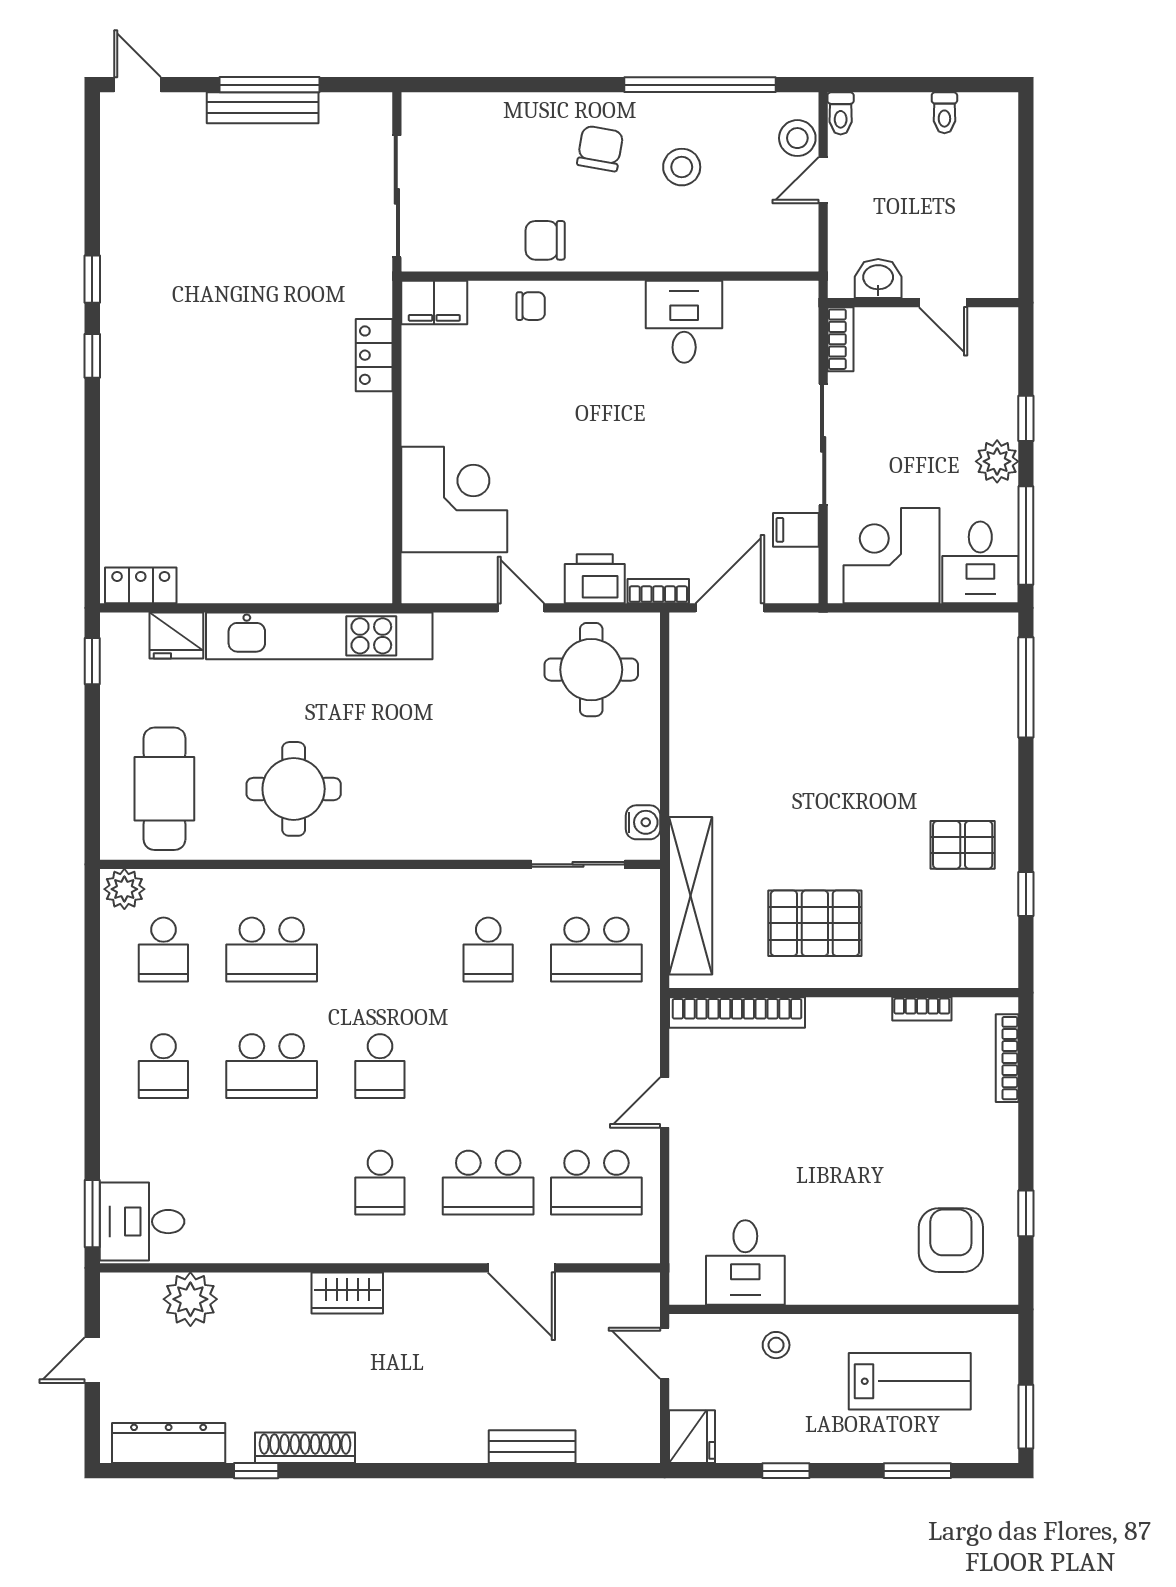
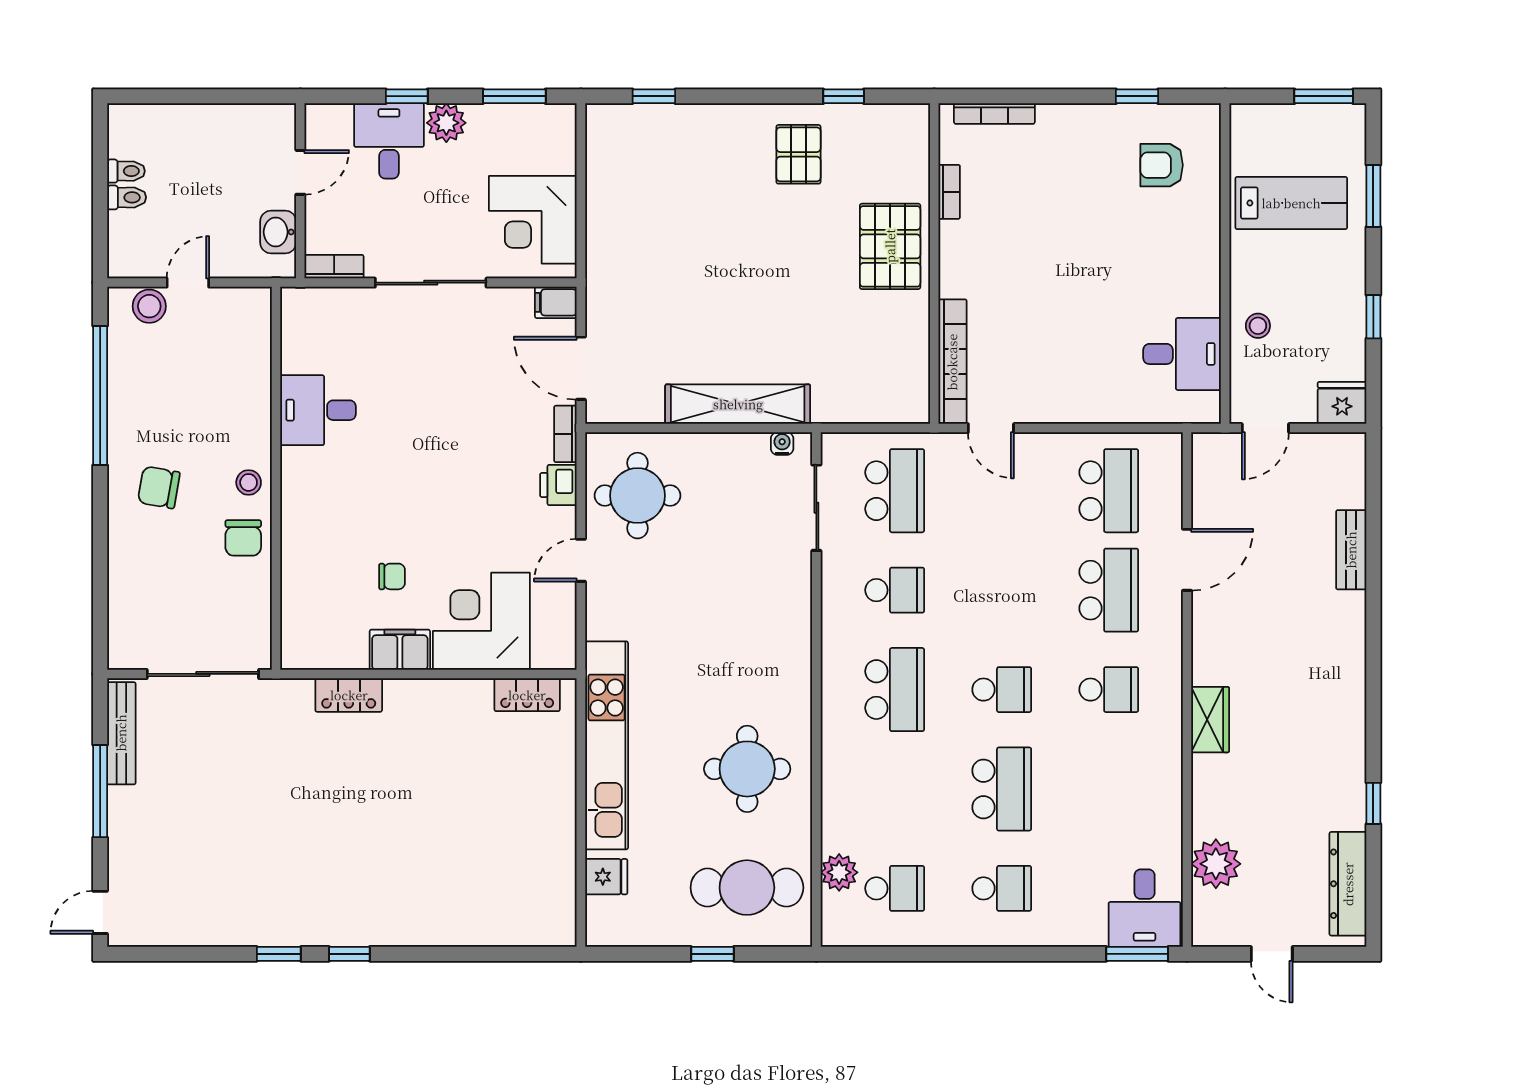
bench: (263, 108) -> (121, 733), moved
toilet: (841, 113) -> (127, 197), moved
stool: (682, 167) -> (249, 482), moved, width x0.73, depth x0.73
door: (823, 180) -> (188, 283), swing flipped
filing cabinet: (434, 303) -> (400, 650), moved, turned -90
chair: (531, 306) -> (392, 576), moved, turned 90
filing cabinet: (796, 530) -> (556, 302), moved, turned 90
window: (1026, 535) -> (514, 96), width x0.69
desk: (980, 562) -> (389, 141), moved, turned -90
printer: (595, 579) -> (558, 485), width x0.73, depth x0.81
locker: (141, 585) -> (527, 695), moved, turned -90
fridge: (176, 636) -> (606, 877), width x0.72
window: (92, 661) -> (712, 954), moved
window: (1026, 687) -> (654, 96), width x0.46
water cooler: (643, 822) -> (782, 444), width x0.72, depth x0.72
plant: (124, 889) -> (839, 872), moved
shelving: (691, 896) -> (738, 404), moved
pallet: (815, 923) -> (890, 246), moved
school desk: (272, 950) -> (895, 690), moved
door: (665, 1103) -> (991, 428), moved
armchair: (951, 1240) -> (1162, 165), width x0.72, depth x0.72
lab bench: (910, 1381) -> (1291, 203), turned 90
shoe rack: (305, 1448) -> (1352, 758), removed

